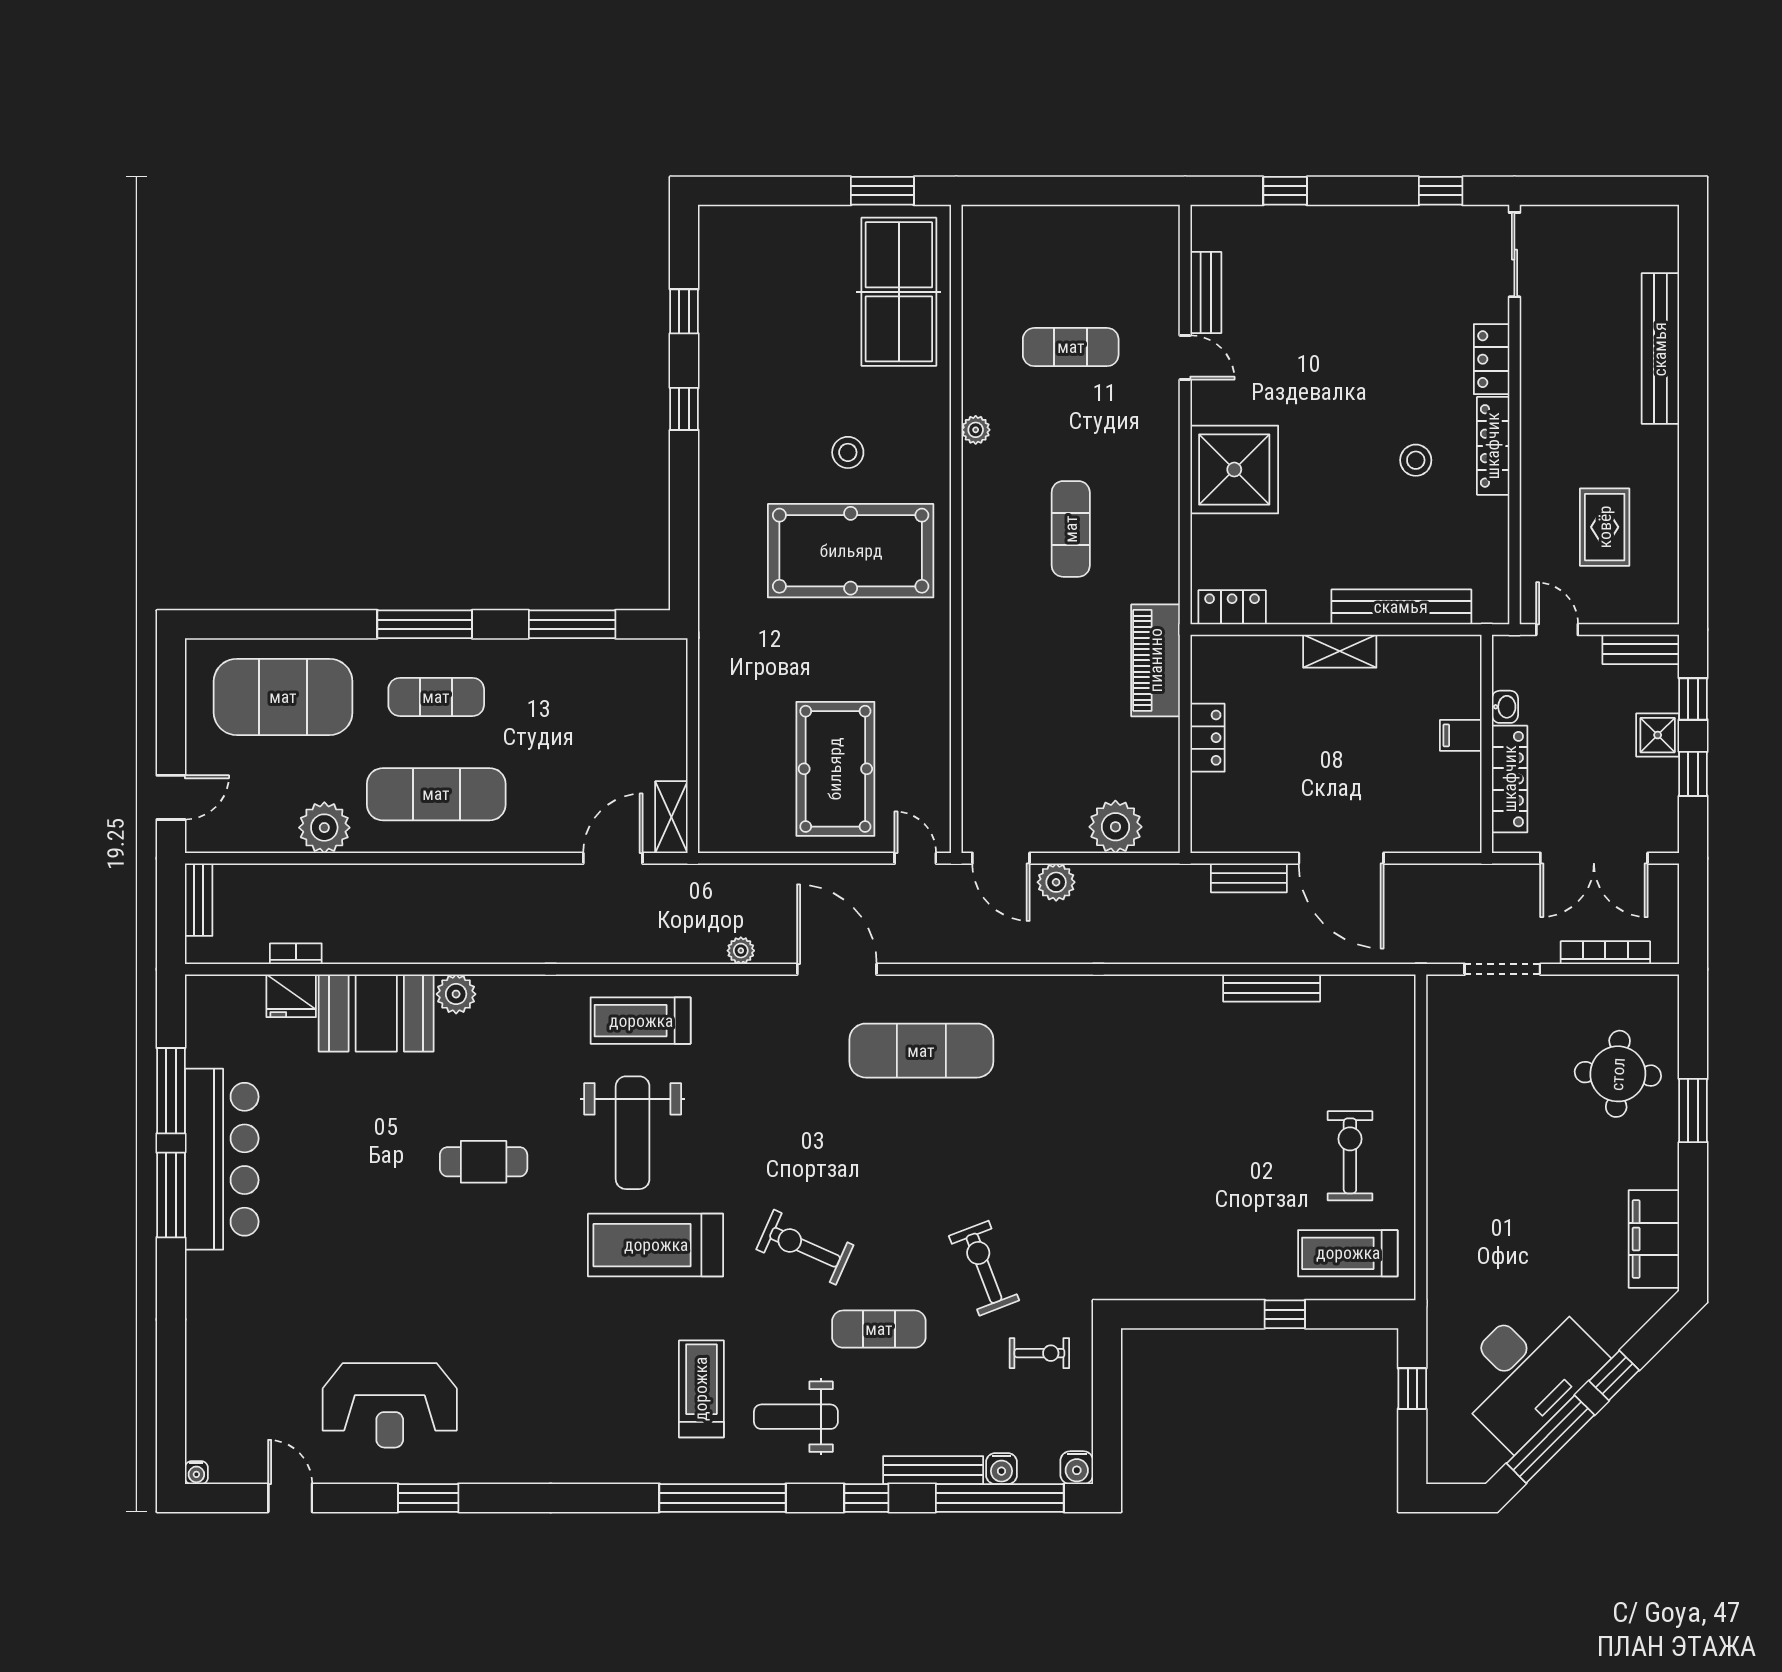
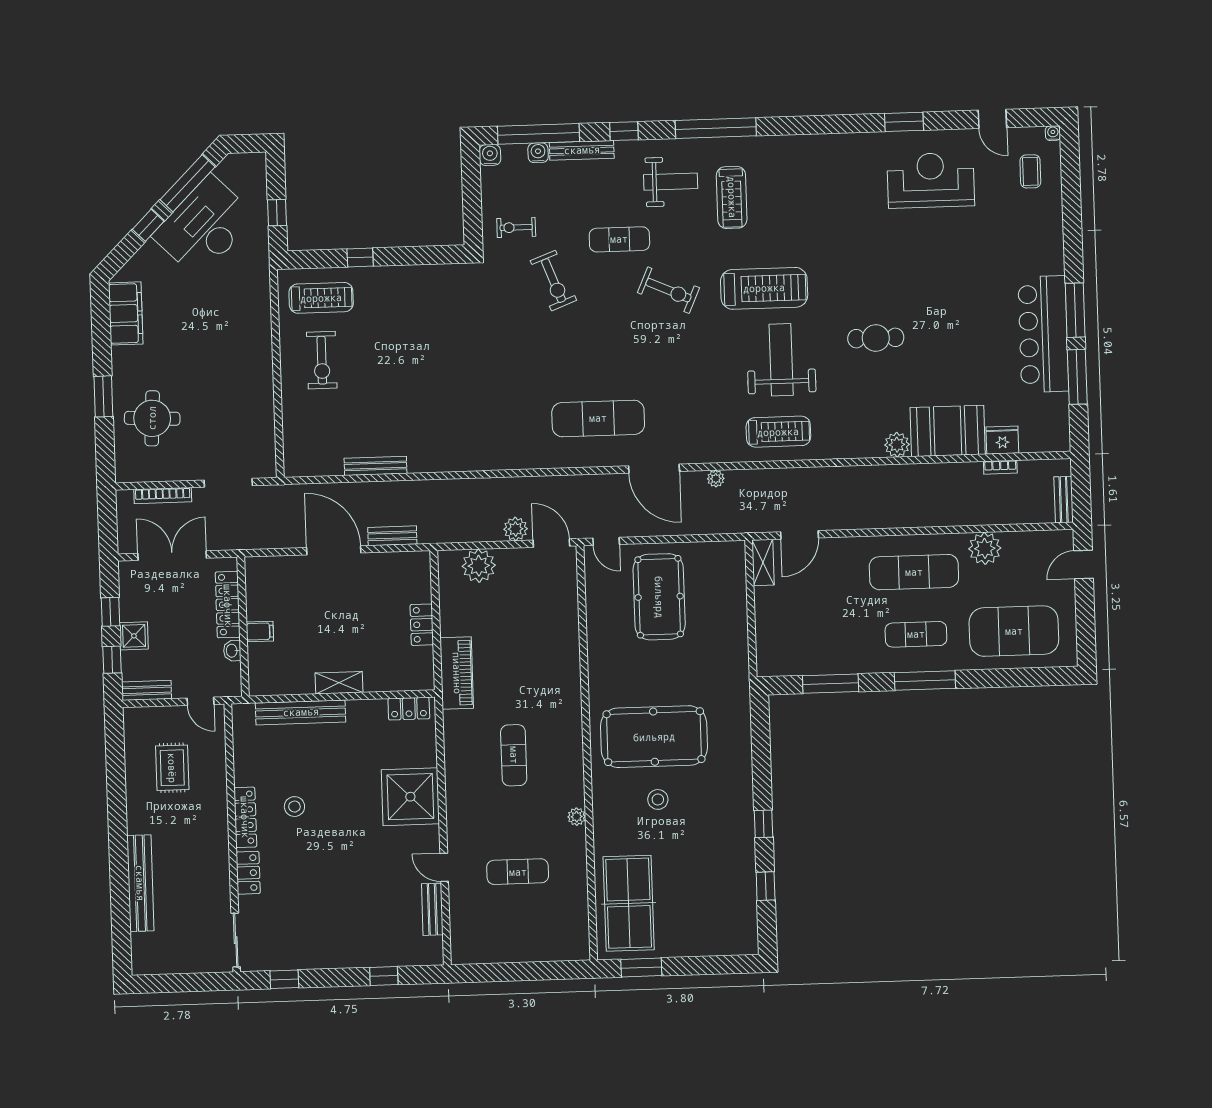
coffee table: (234, 1414) -> (1030, 171), added

